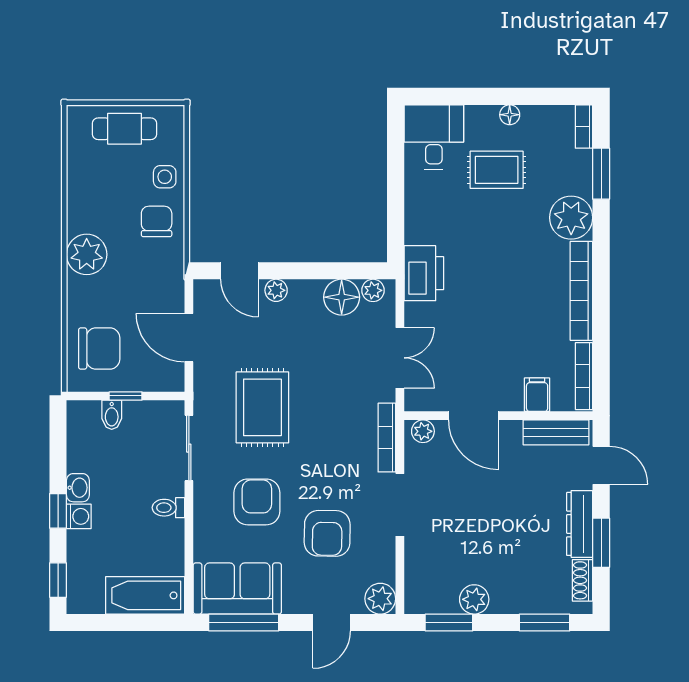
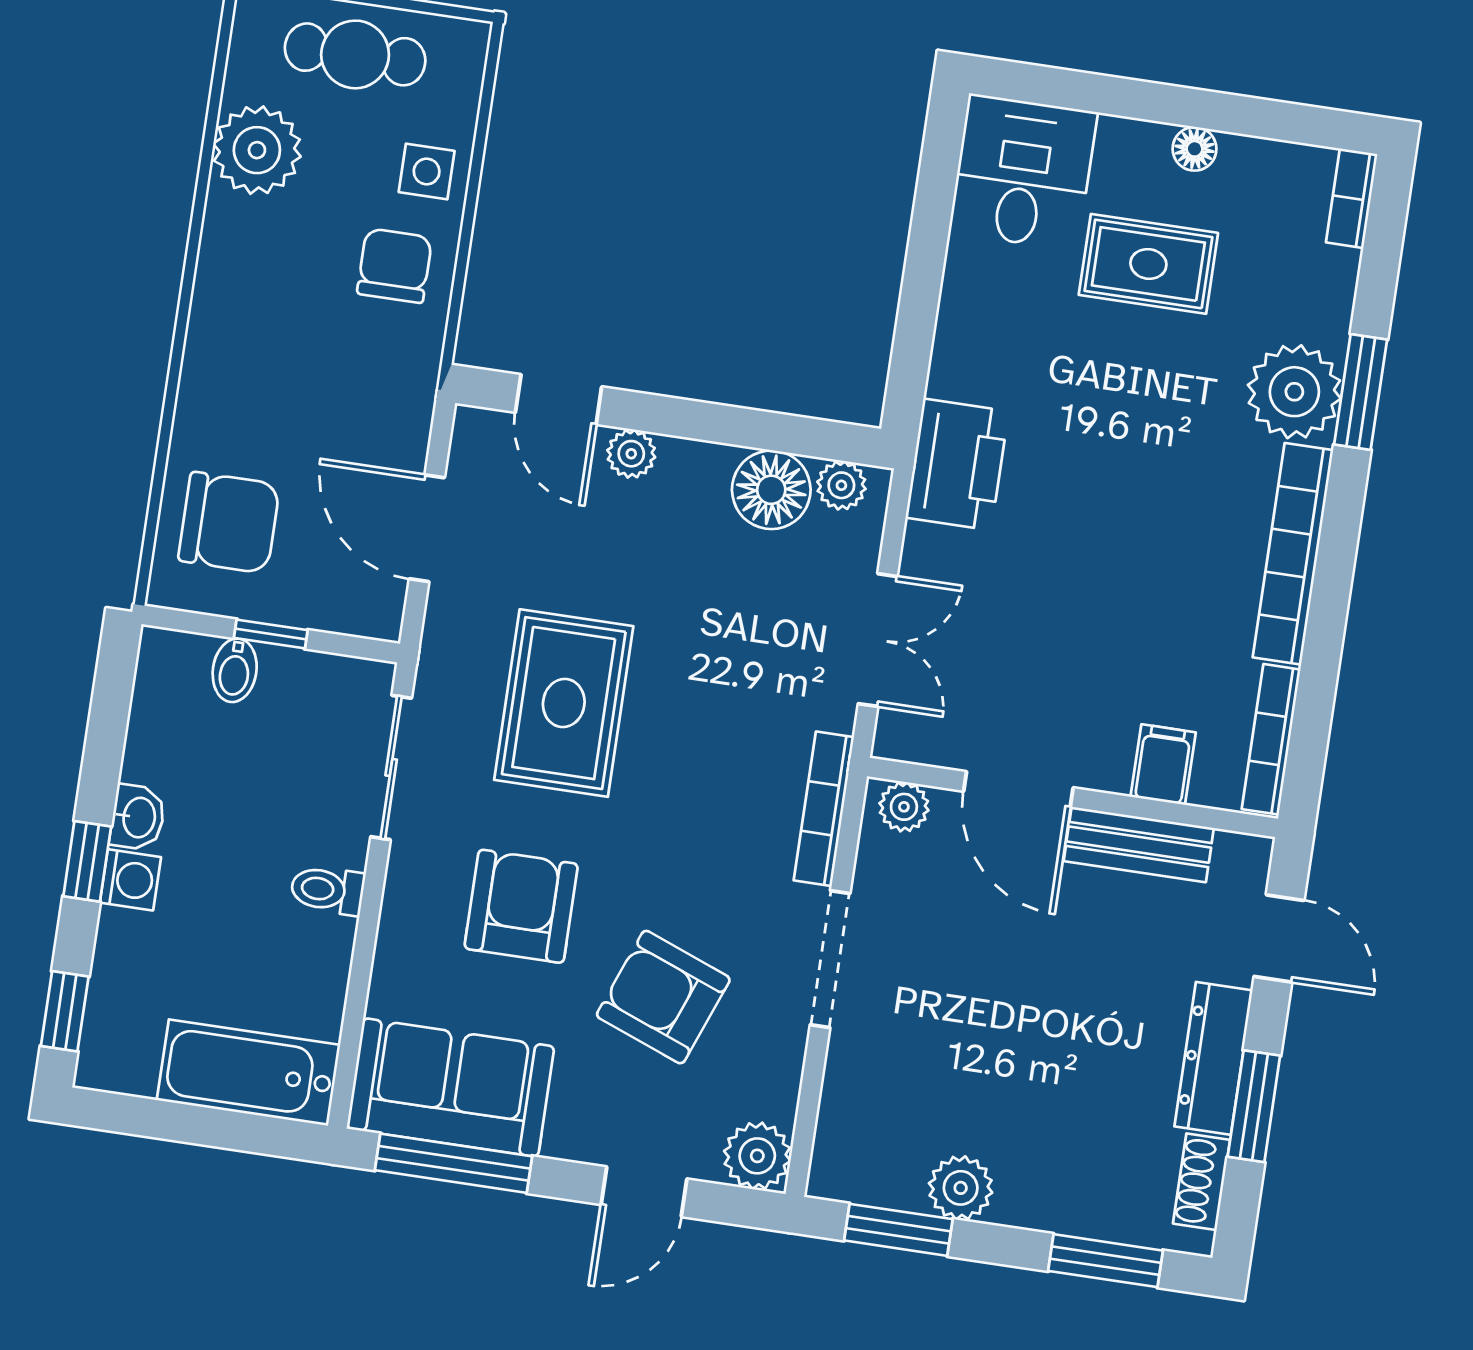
window: (601, 174) -> (1361, 392), moved
plant: (87, 254) -> (257, 150), moved
bench: (556, 432) -> (1139, 845), moved
armchair: (327, 533) -> (663, 997), turned 110

